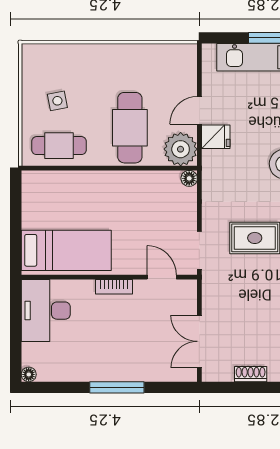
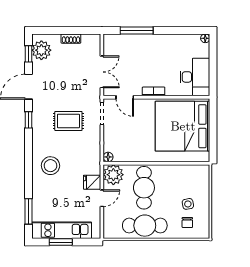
chair: (58, 70) -> (187, 222), added
cafe table: (59, 146) -> (145, 226), moved, width x1.37, depth x1.35
bed: (66, 250) -> (183, 126), width x2.04
double door: (199, 341) -> (102, 72), moved
window: (117, 387) -> (137, 30), moved

